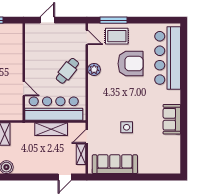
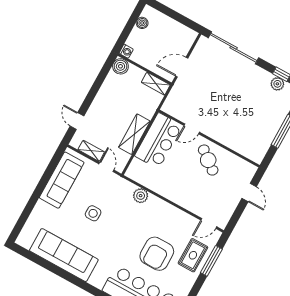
plant: (94, 69) -> (141, 196), moved
cafe table: (67, 71) -> (208, 160), moved
bar counter: (54, 109) -> (158, 141), width x0.73
sofa: (172, 119) -> (64, 255), width x1.85, depth x1.27

